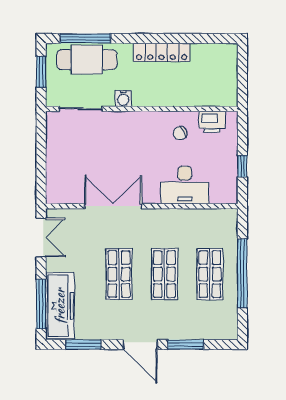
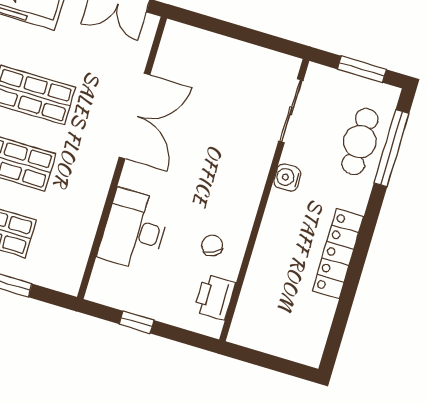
cafe table: (87, 60) -> (360, 142), width x0.73, depth x0.74

